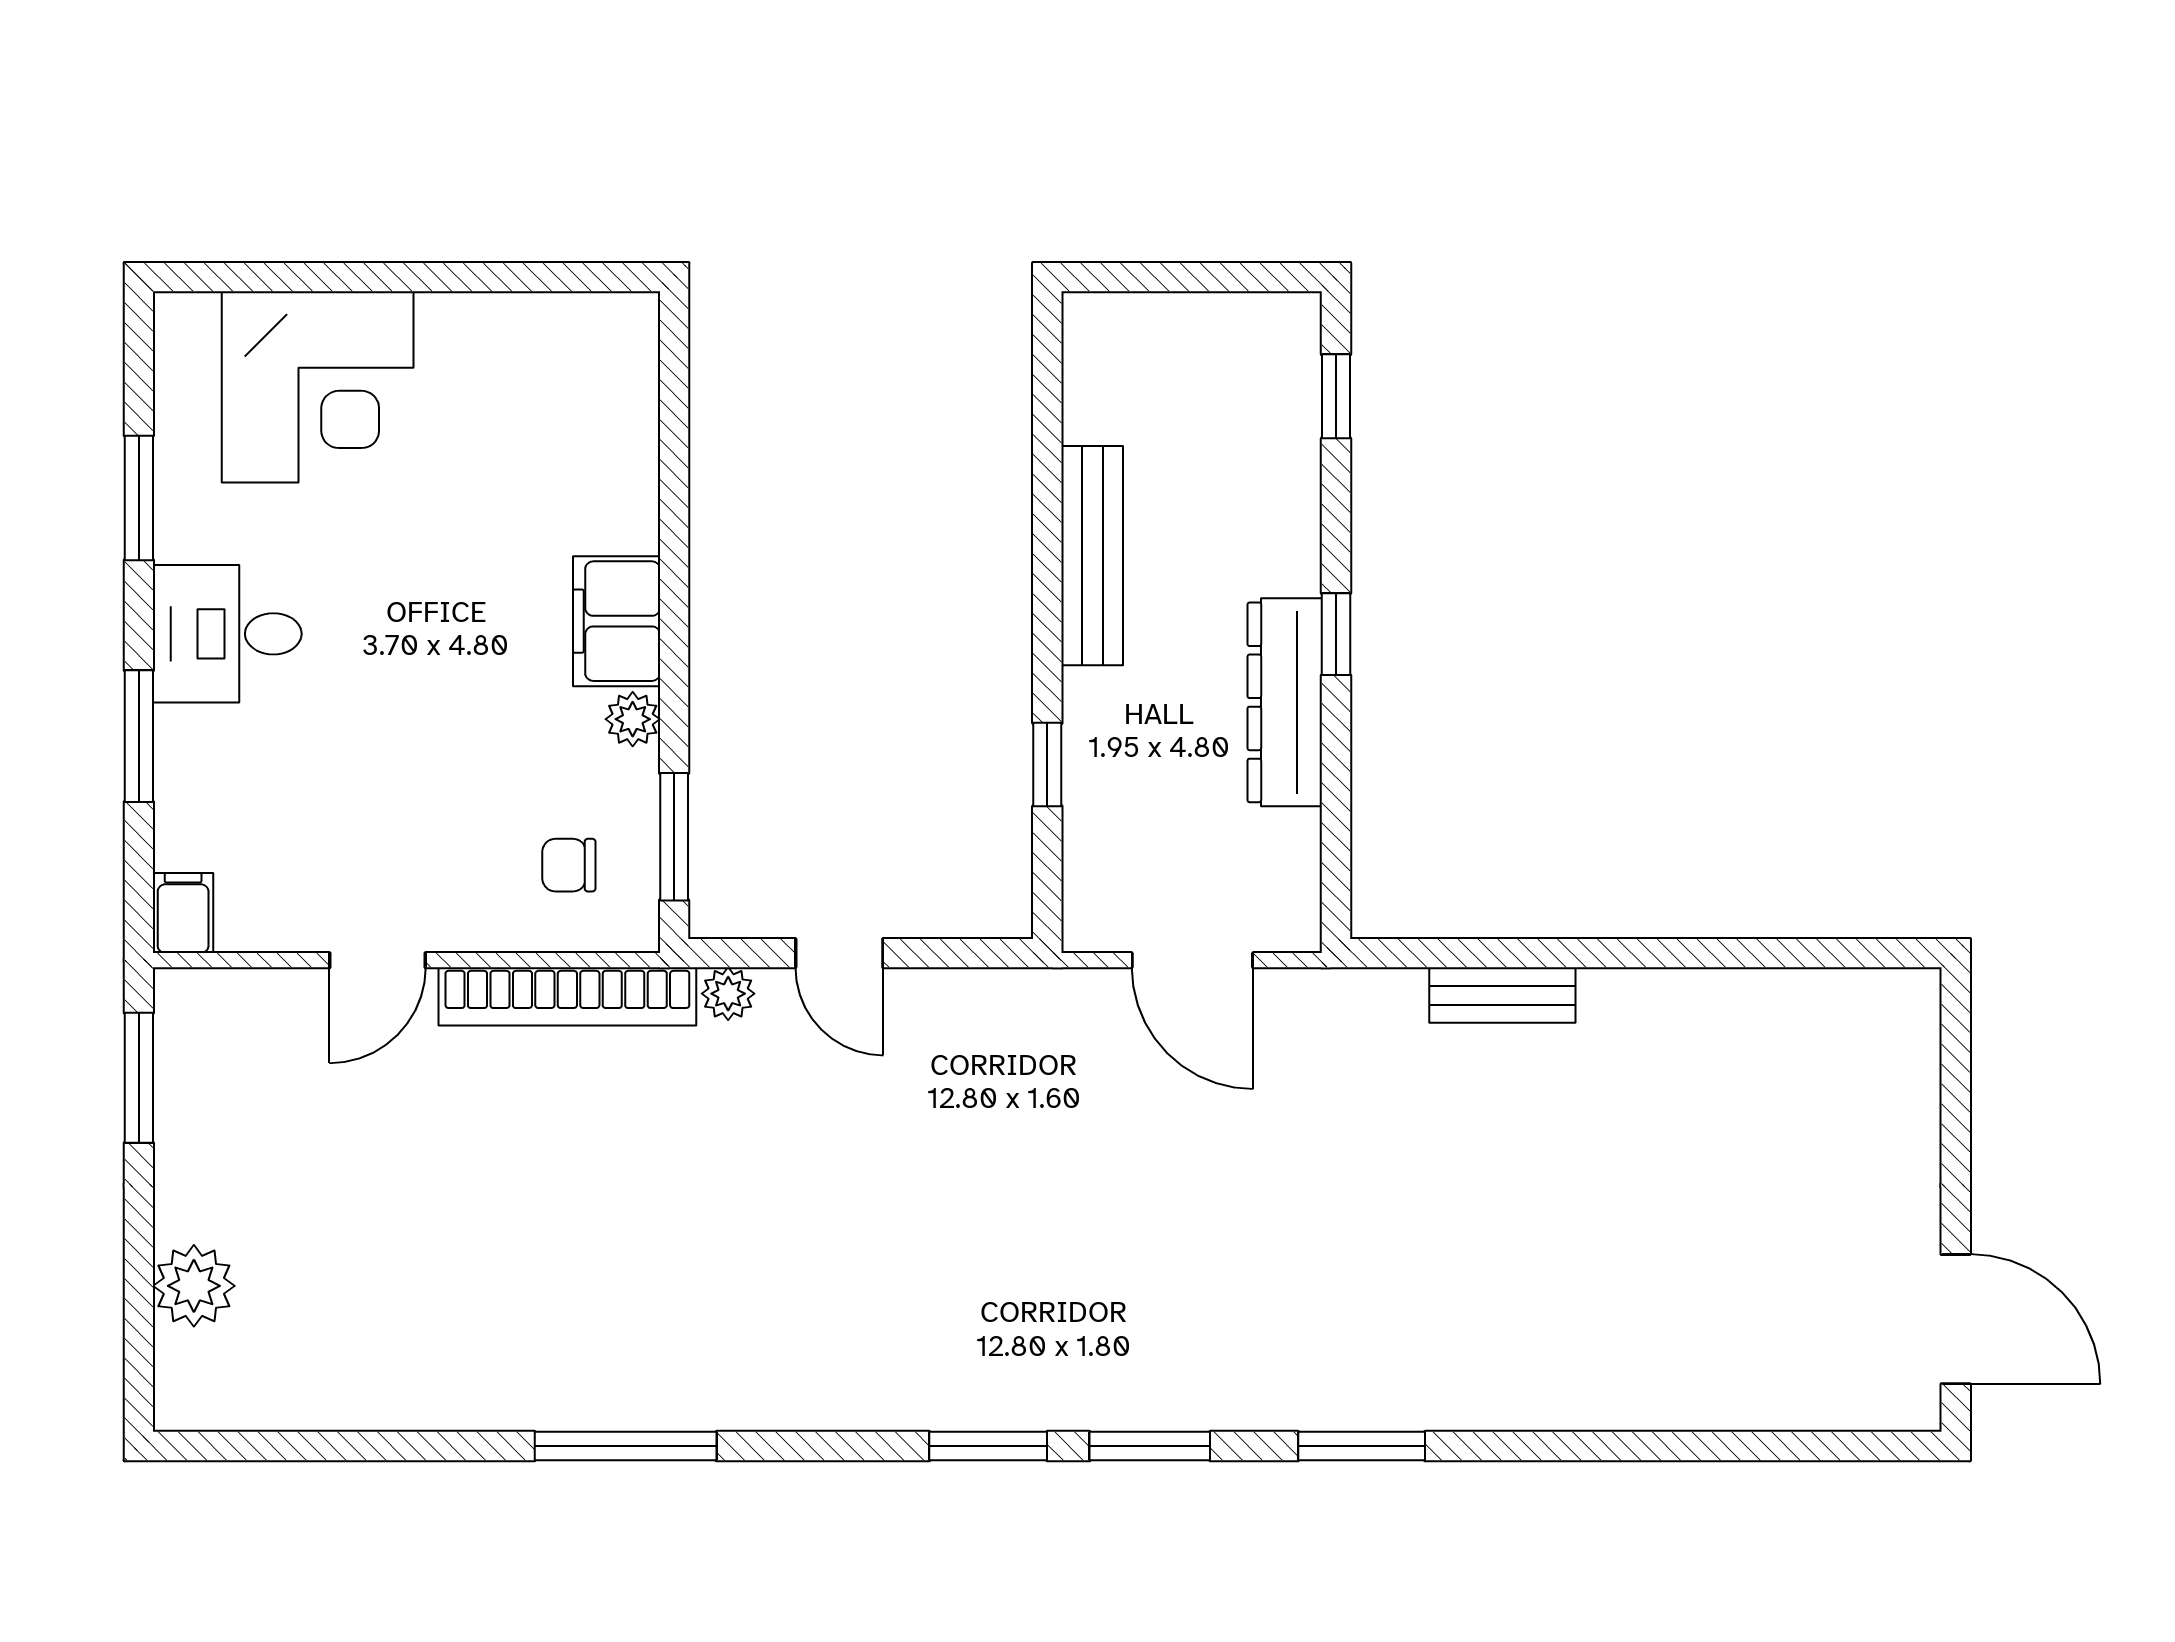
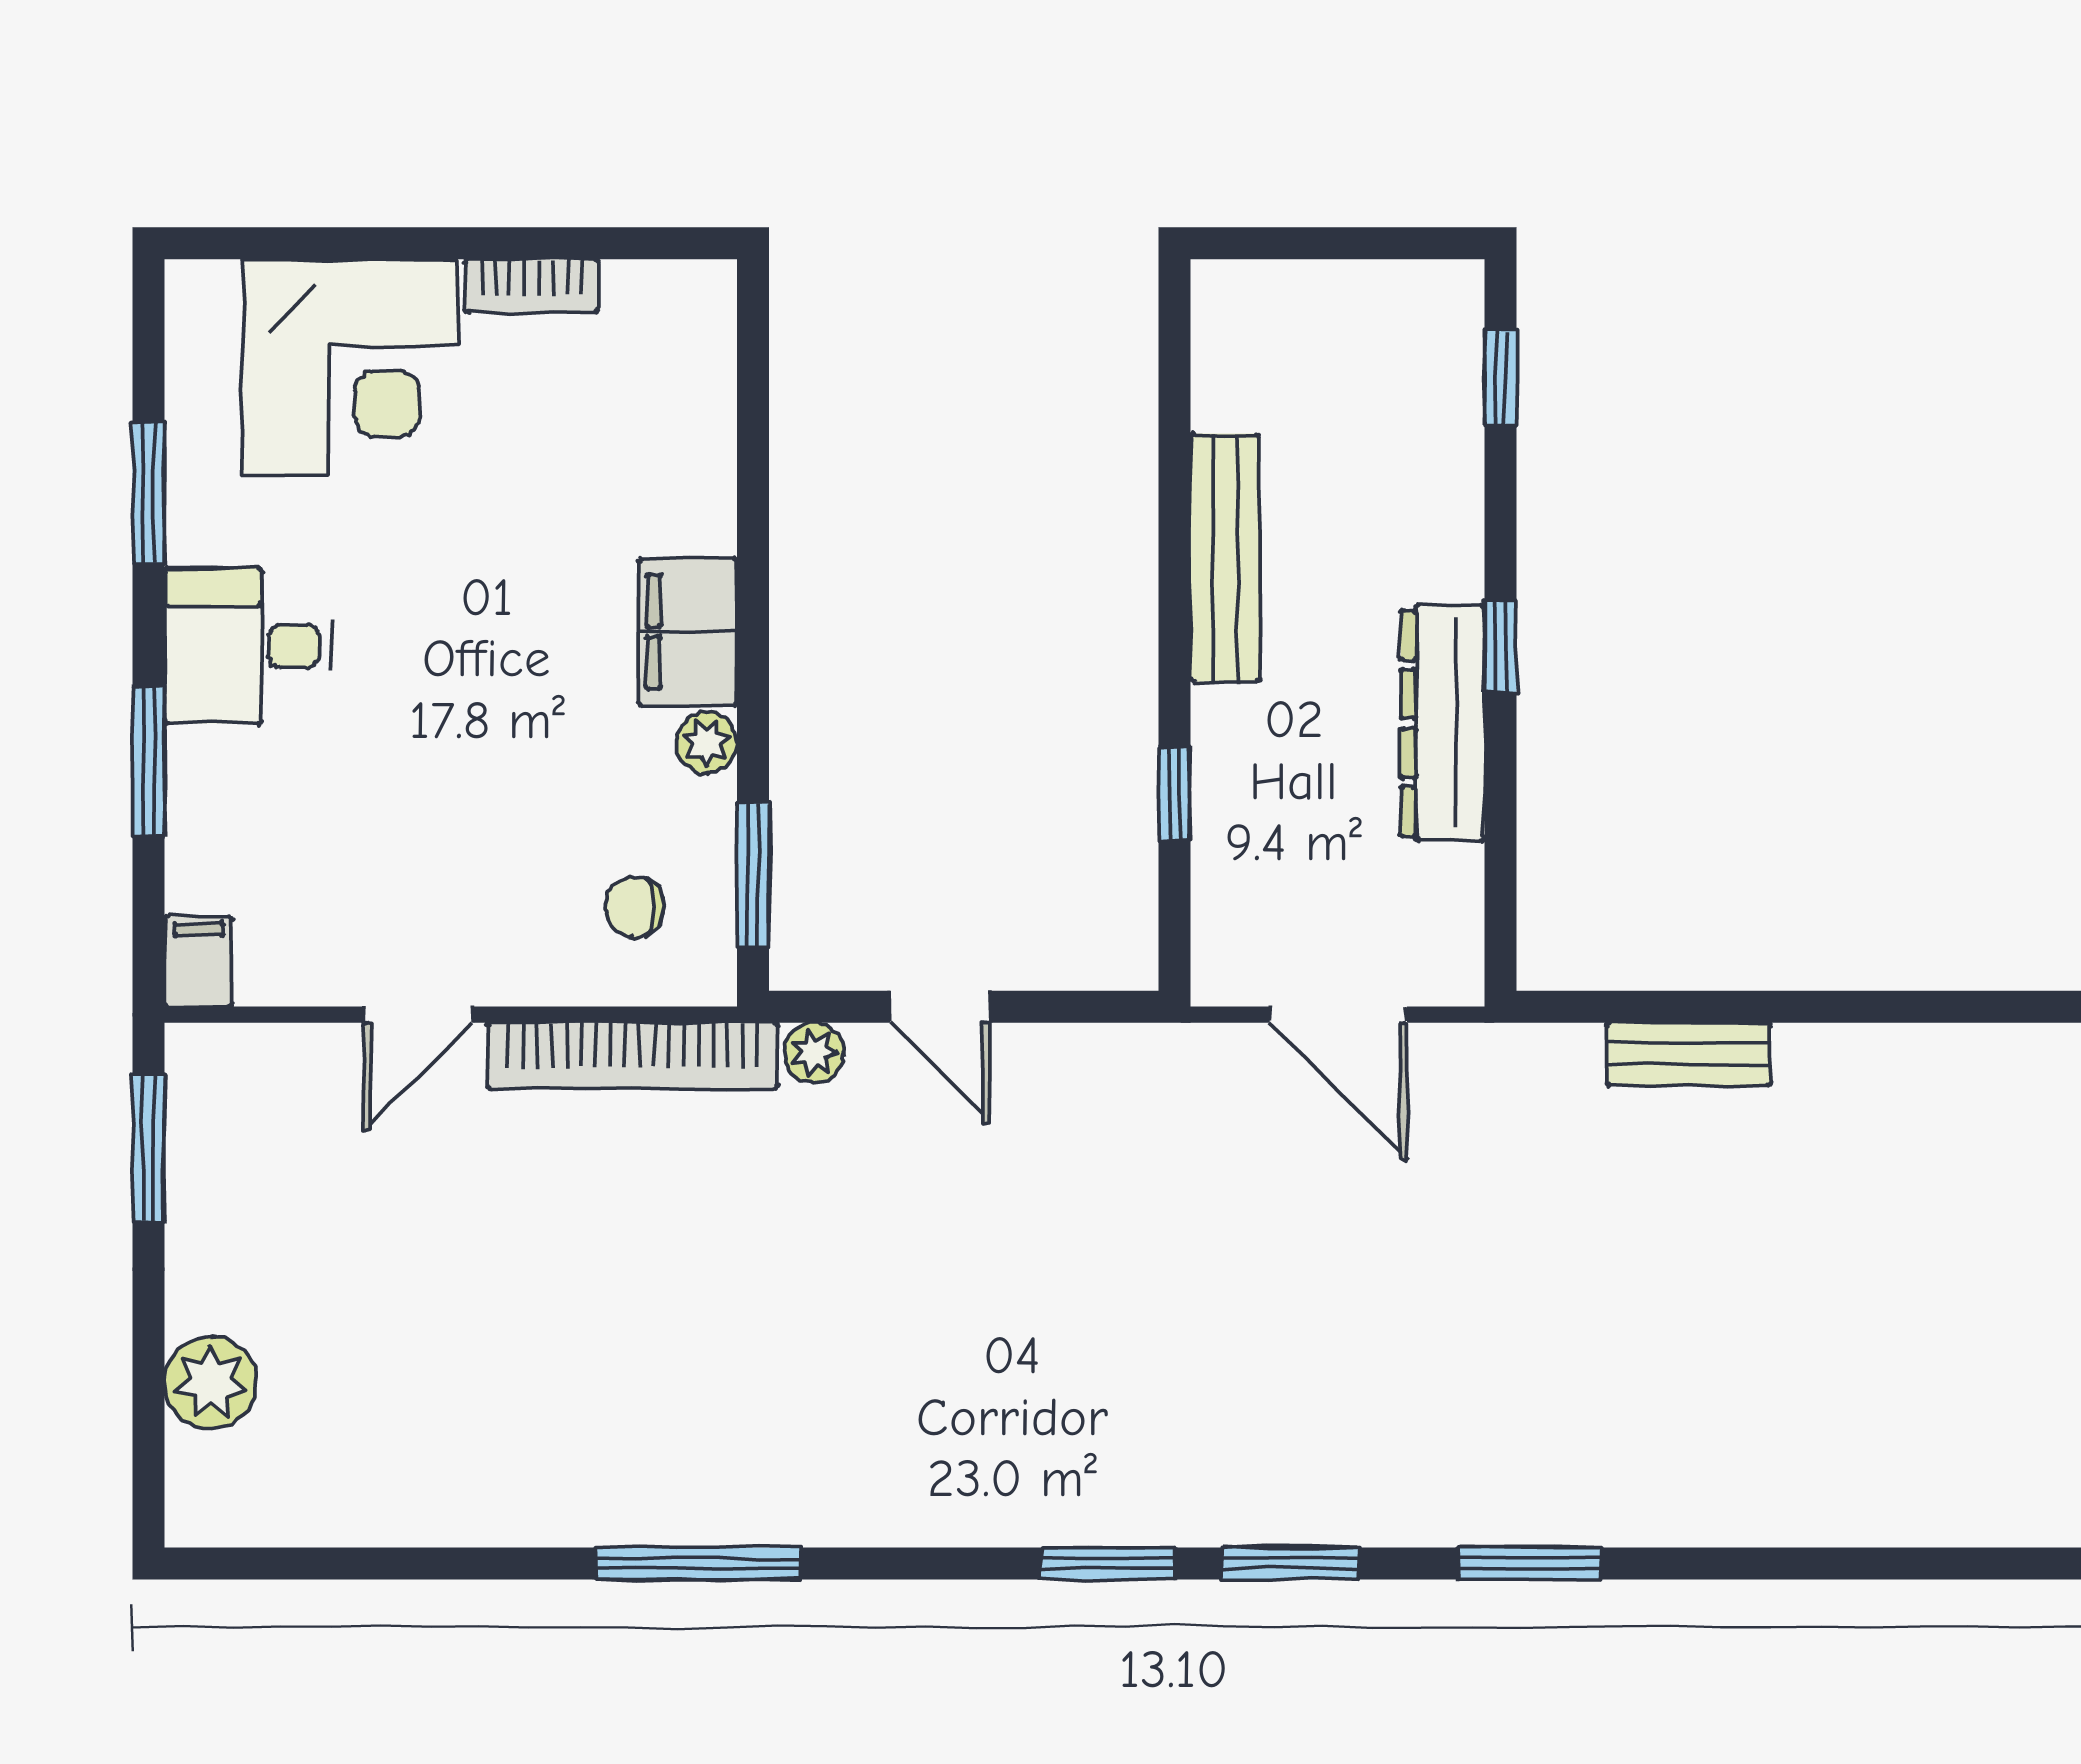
bookcase: (478, 315) -> (532, 286), added

